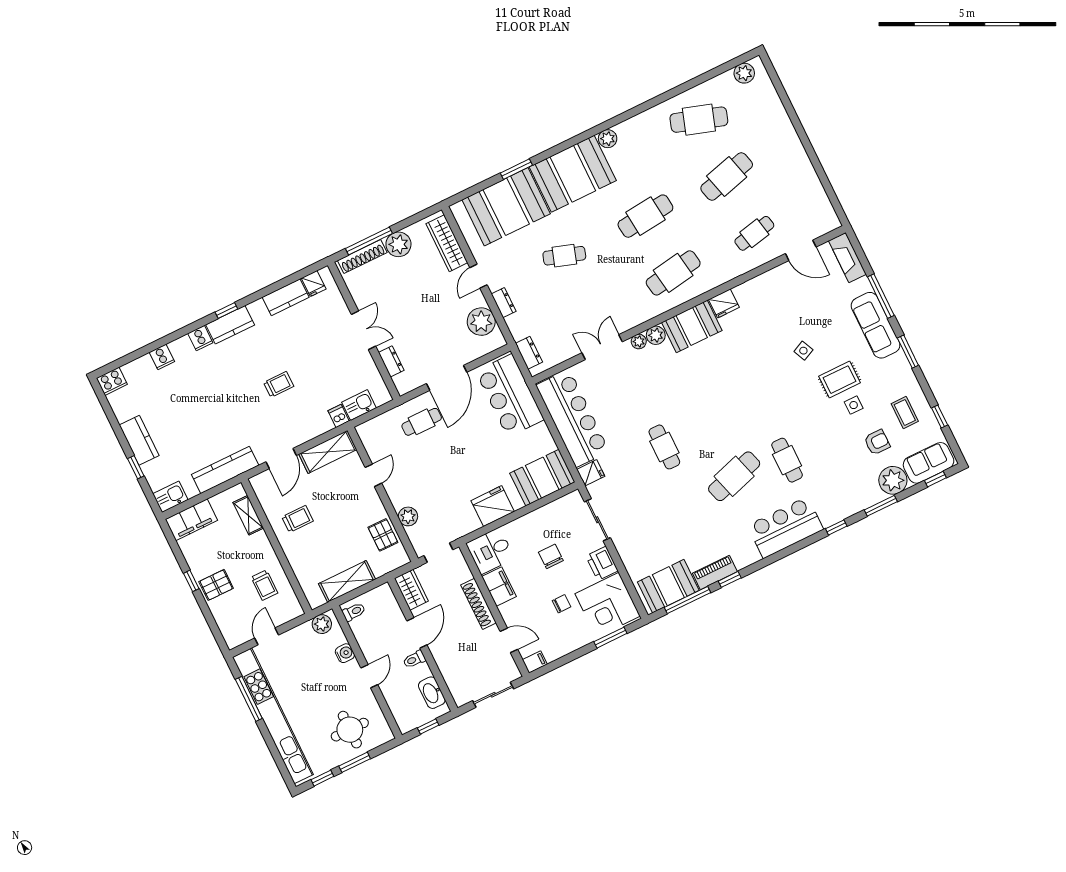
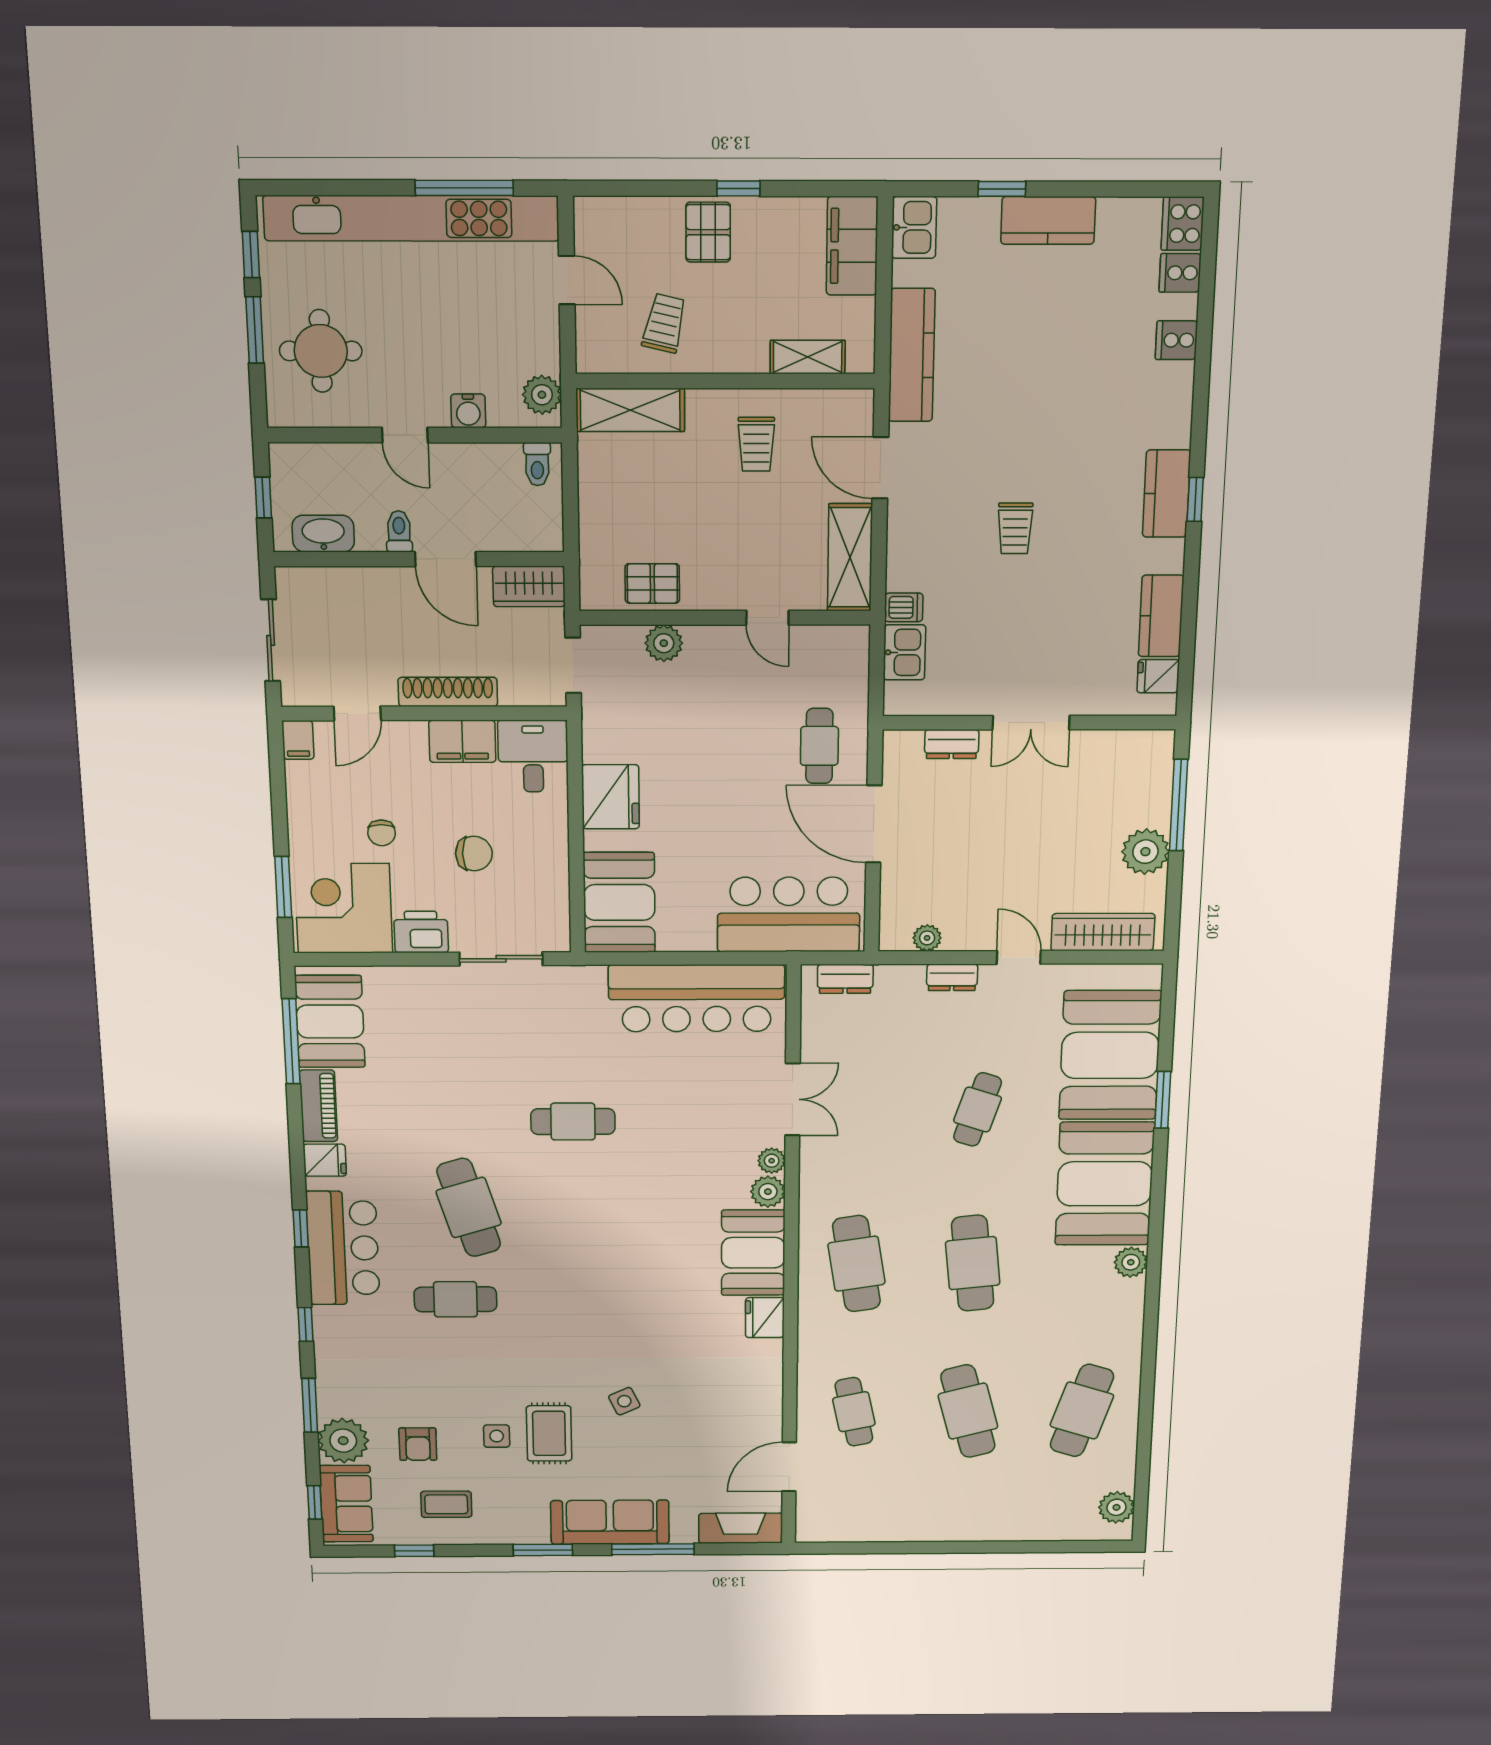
shoe rack: (362, 256) -> (1159, 781), removed
plant: (481, 322) -> (927, 938), width x0.53, depth x0.53
cooker: (200, 338) -> (1180, 273), moved
fridge: (591, 473) -> (325, 1160), moved, turned -90
window: (730, 579) -> (301, 1228), moved
shelving: (347, 581) -> (630, 410), moved, turned 90
trolley: (264, 585) -> (664, 323), turned 103

